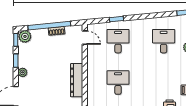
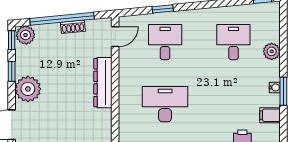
door: (85, 38) -> (115, 37), hinge flipped
plant: (23, 72) -> (28, 89), width x1.88, depth x1.88
dresser: (77, 80) -> (103, 83), moved
desk: (118, 83) -> (165, 104), width x1.37

